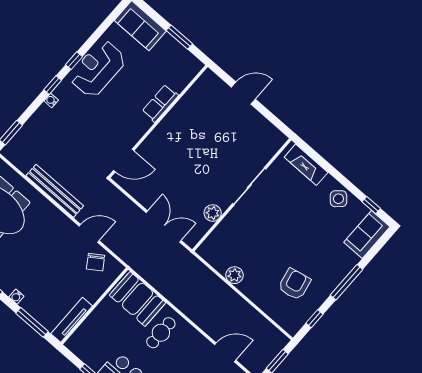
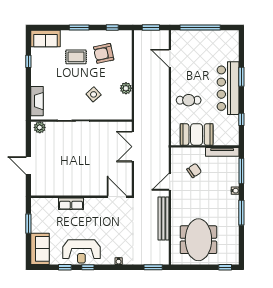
window: (53, 85) -> (65, 267), moved
side table: (338, 199) -> (94, 94), moved
window: (371, 205) -> (28, 61), moved
plant: (213, 213) -> (40, 127), moved
door: (89, 233) -> (170, 182), hinge flipped
rug: (317, 250) -> (76, 57), added
chair: (96, 262) -> (194, 171), moved
window: (346, 282) -> (79, 28), width x0.69
booth: (137, 299) -> (197, 134), moved, turned 90

